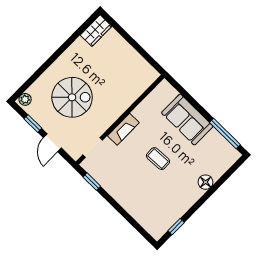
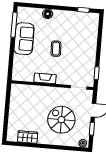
wardrobe: (96, 31) -> (28, 137), moved
sofa: (187, 120) -> (24, 39), moved
fireplace: (123, 129) -> (45, 78), moved

